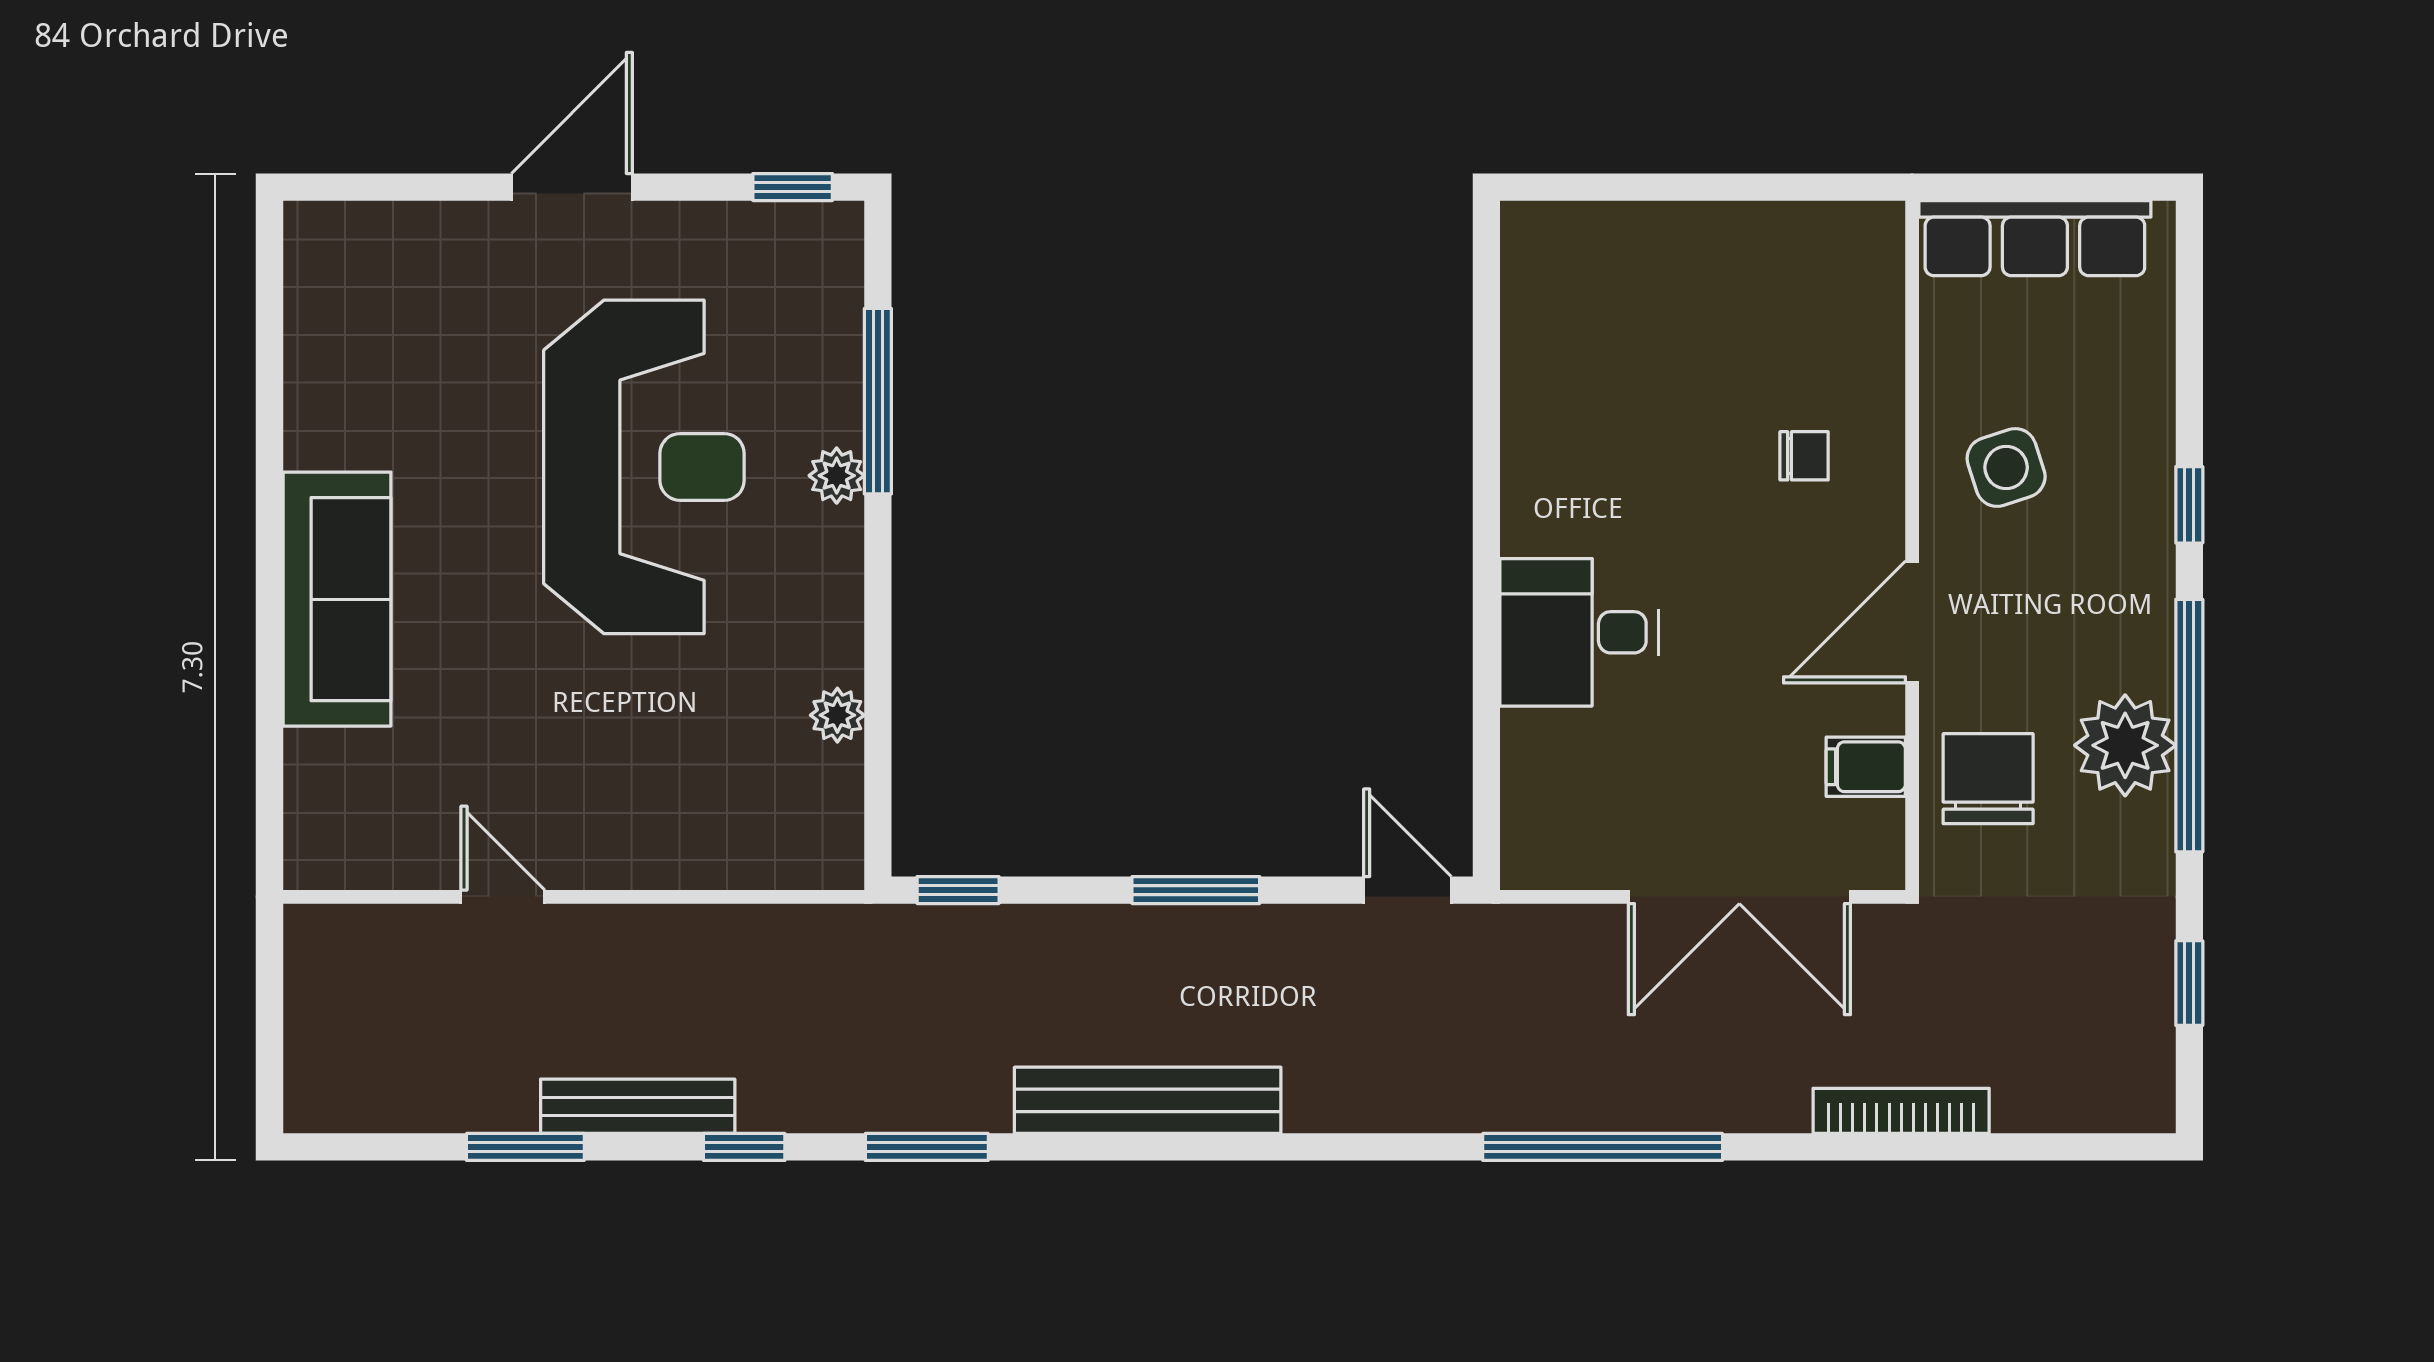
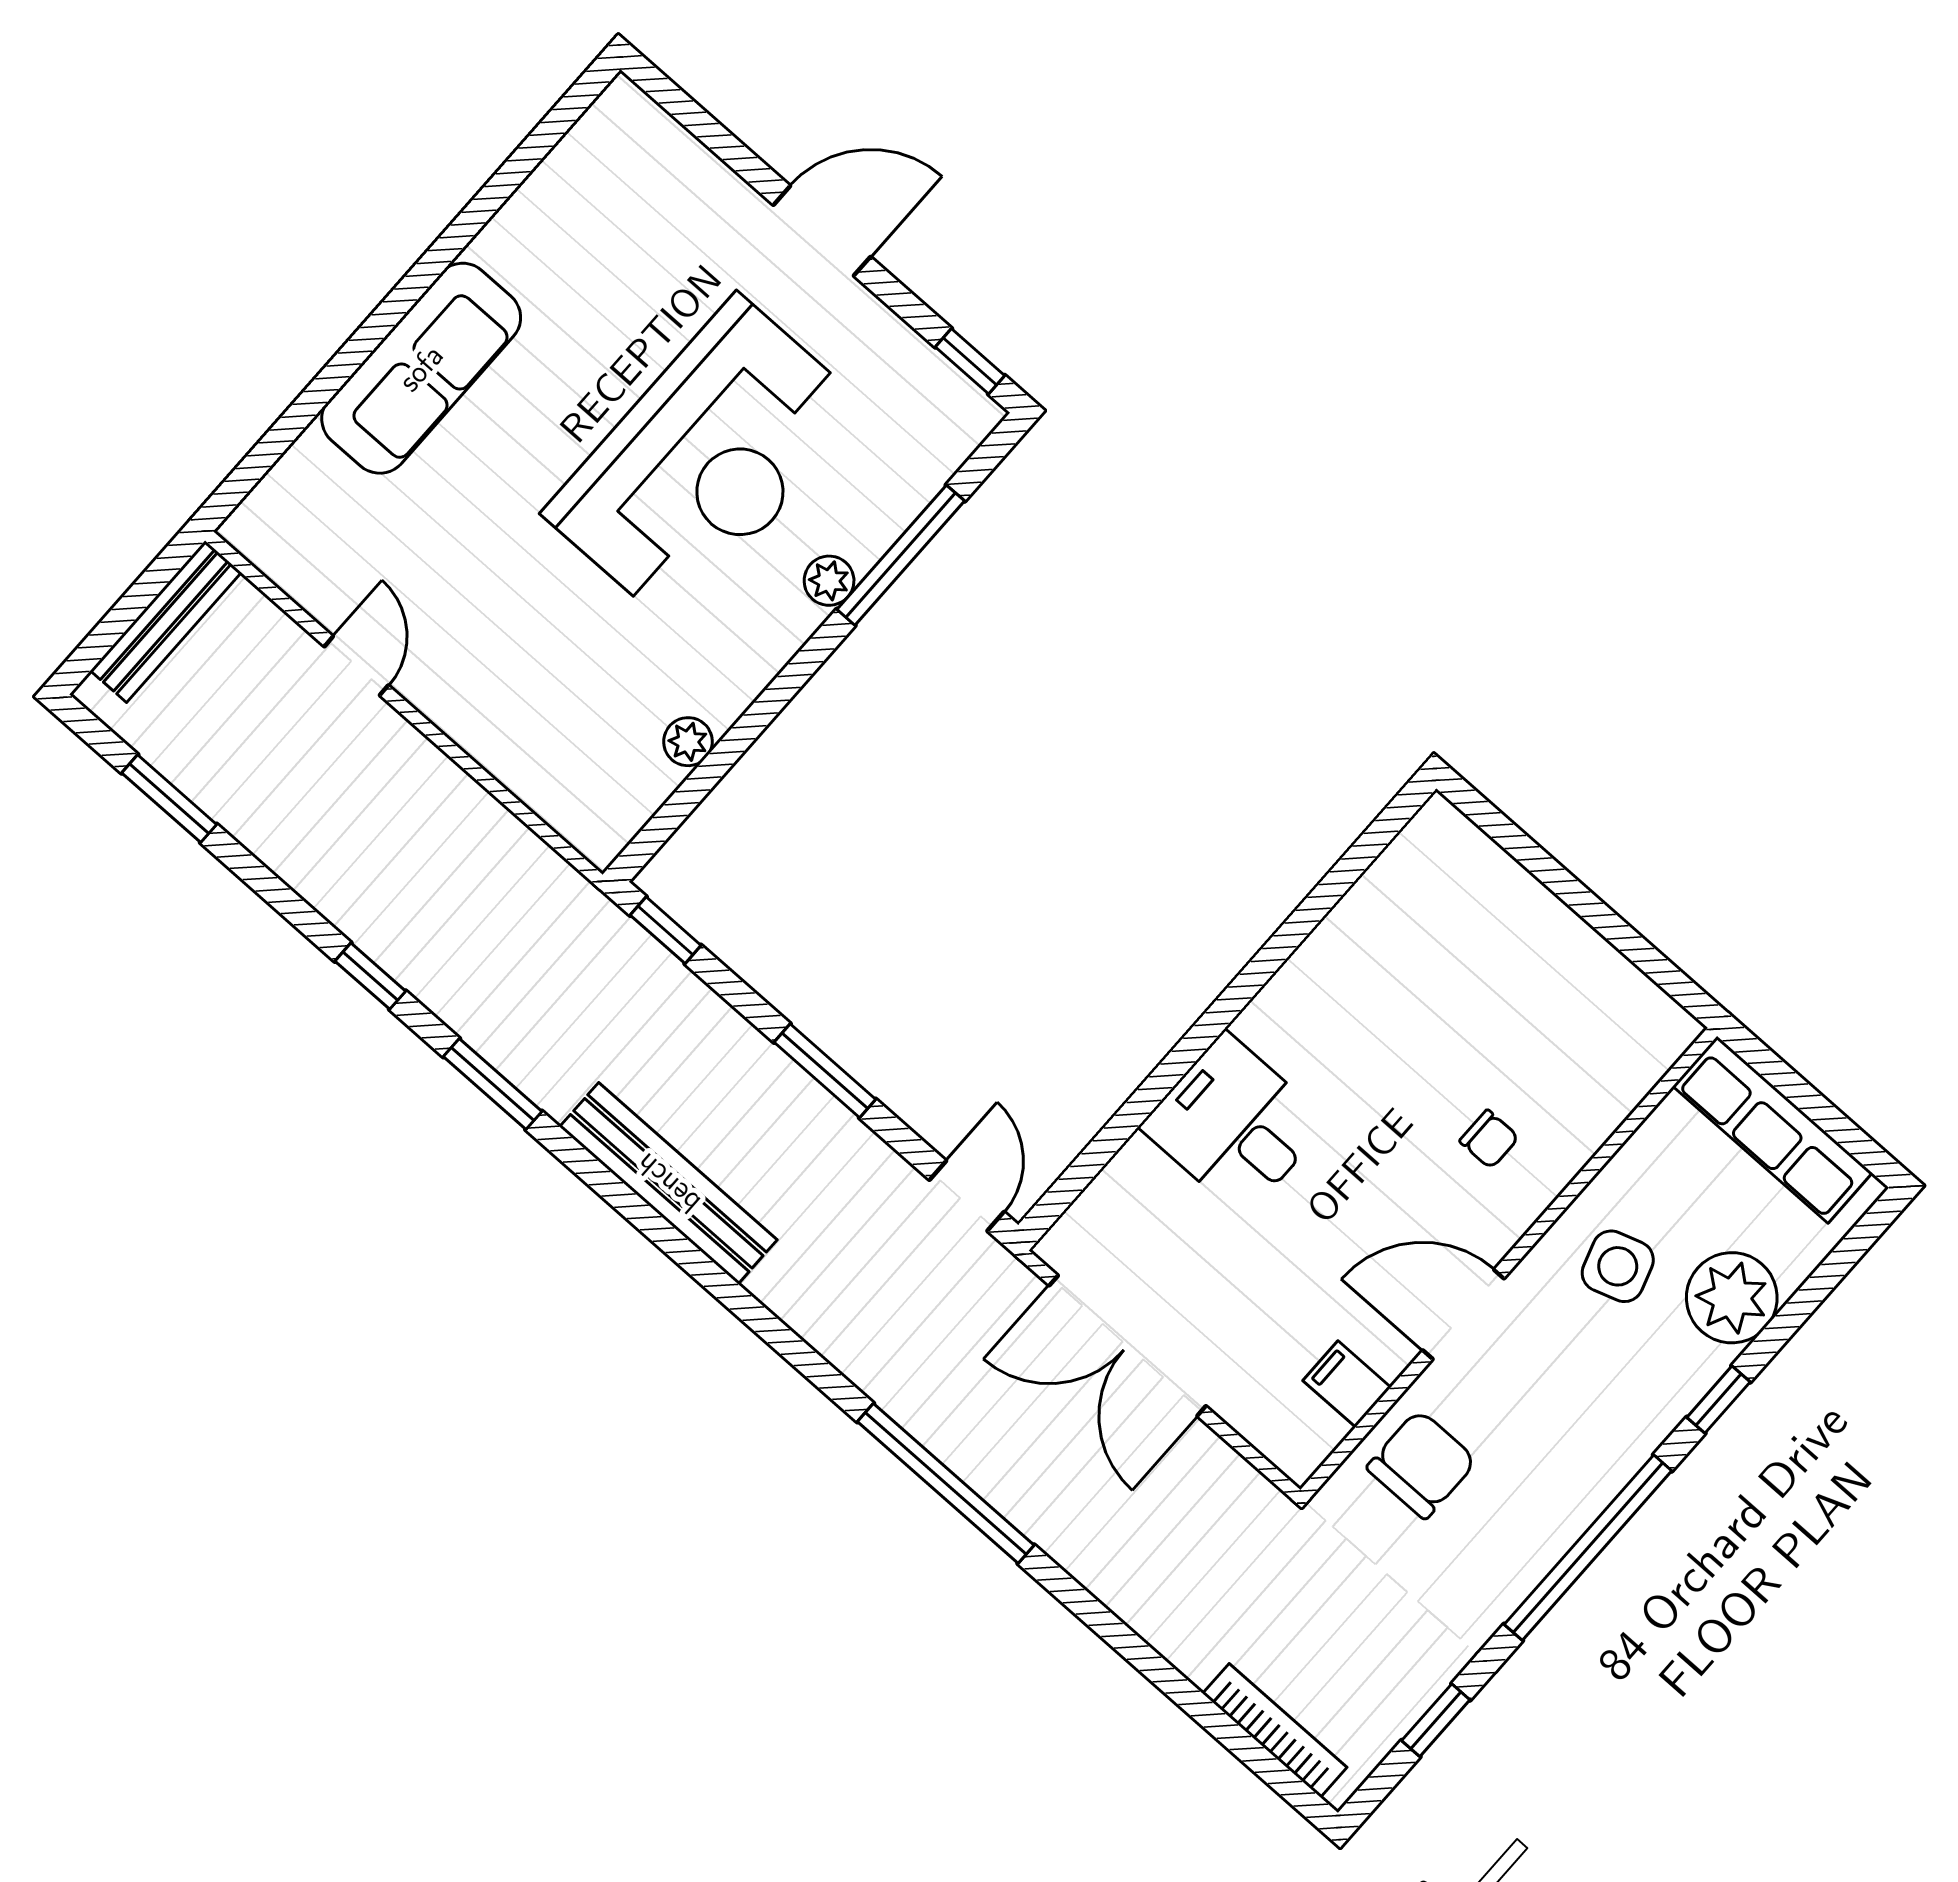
plant: (2125, 745) -> (1732, 1298), moved
double door: (1739, 897) -> (1128, 1346), moved
bench: (638, 1106) -> (166, 622), moved, turned 90
bookcase: (1901, 1111) -> (1275, 1730), moved
window: (525, 1147) -> (169, 799), moved

